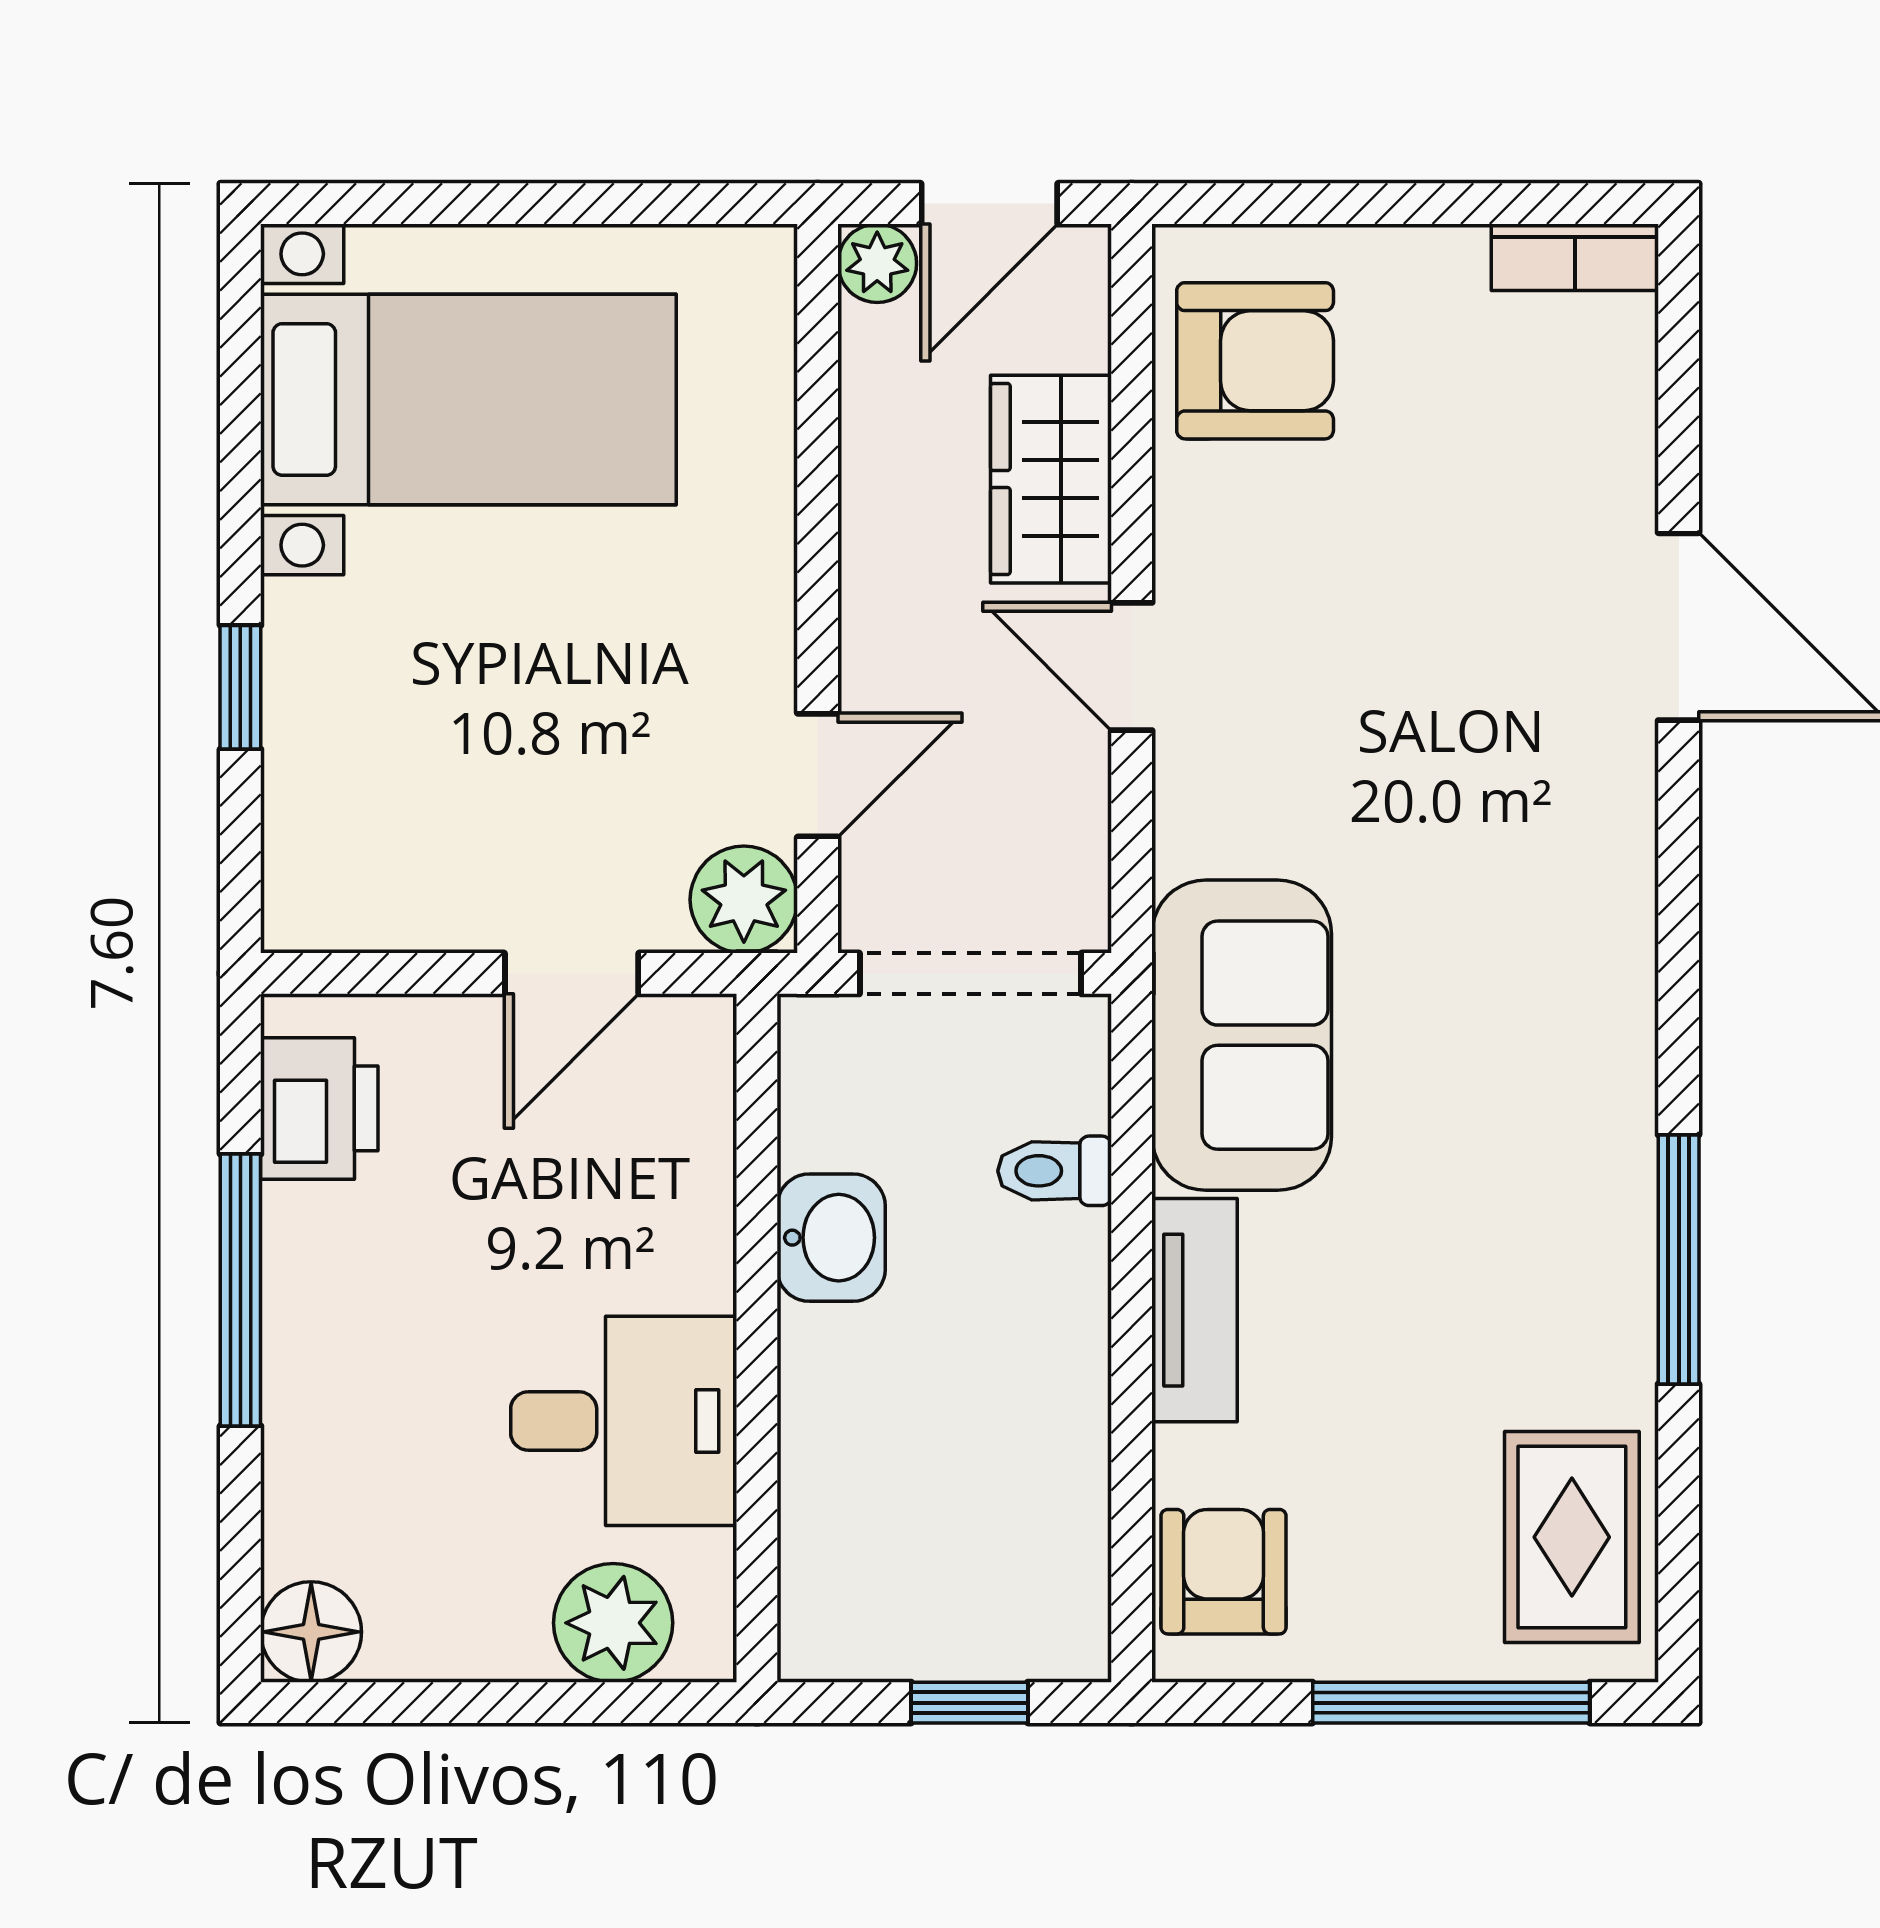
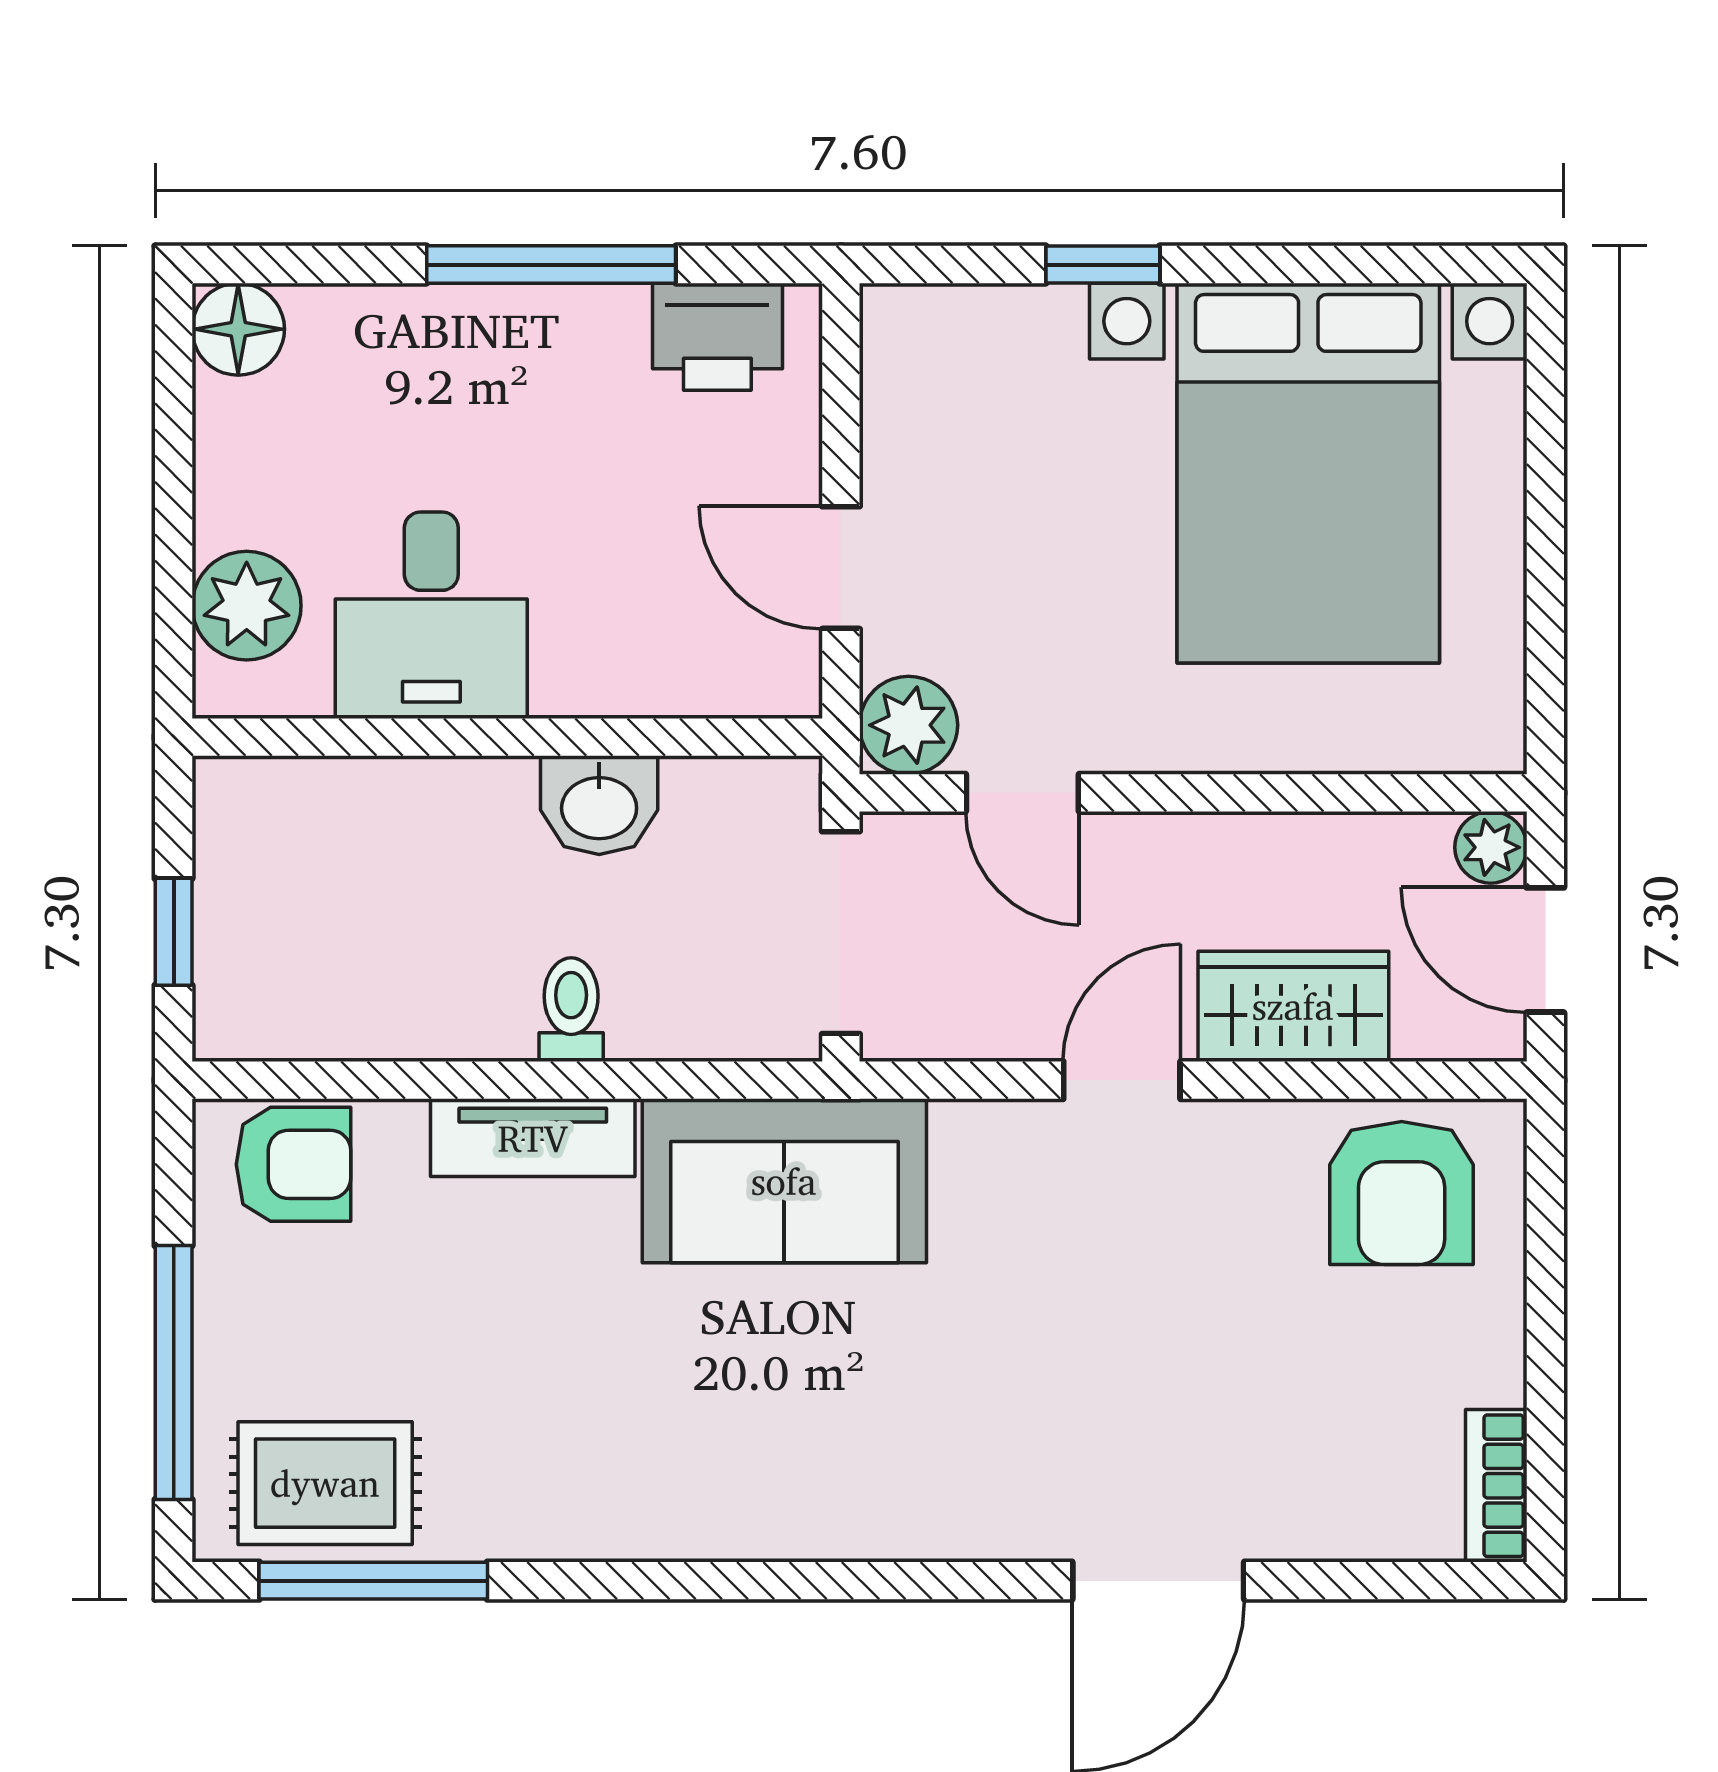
bed with nightstands: (468, 399) -> (1308, 473), width x1.36
toilet: (1055, 1171) -> (571, 1010), moved
window: (1679, 1259) -> (373, 1581), moved

